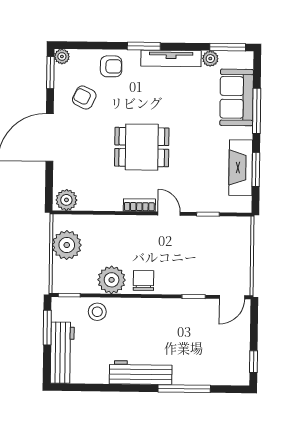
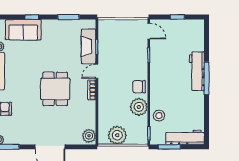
armchair: (84, 98) -> (25, 125), removed
window: (257, 111) -> (32, 17), width x0.46
fireplace: (241, 168) -> (88, 46), moved, turned 90
window: (254, 362) -> (177, 17), moved
workbench: (141, 373) -> (197, 71), moved
window: (184, 389) -> (207, 78), moved

